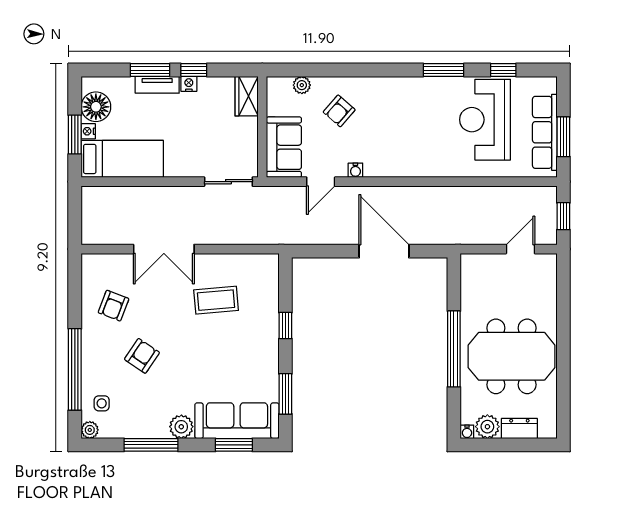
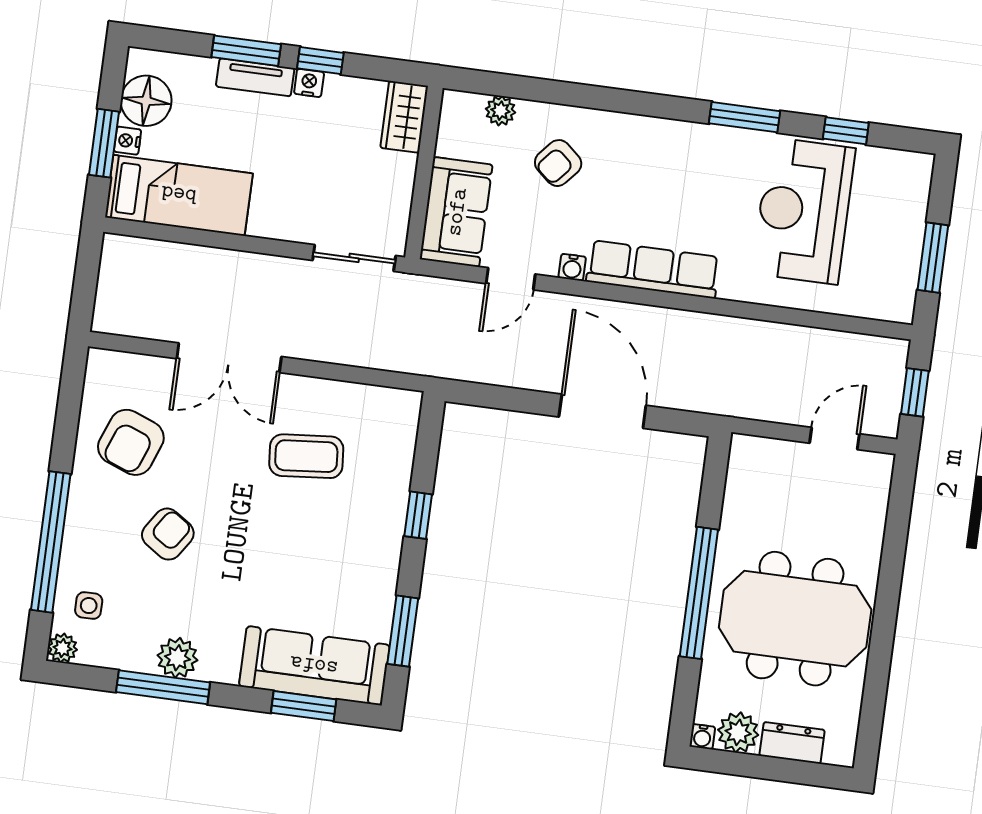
row of seats: (545, 132) -> (653, 269), moved, turned 90
armchair: (113, 306) -> (131, 442), width x1.38, depth x1.38
plant: (181, 427) -> (177, 658), moved

